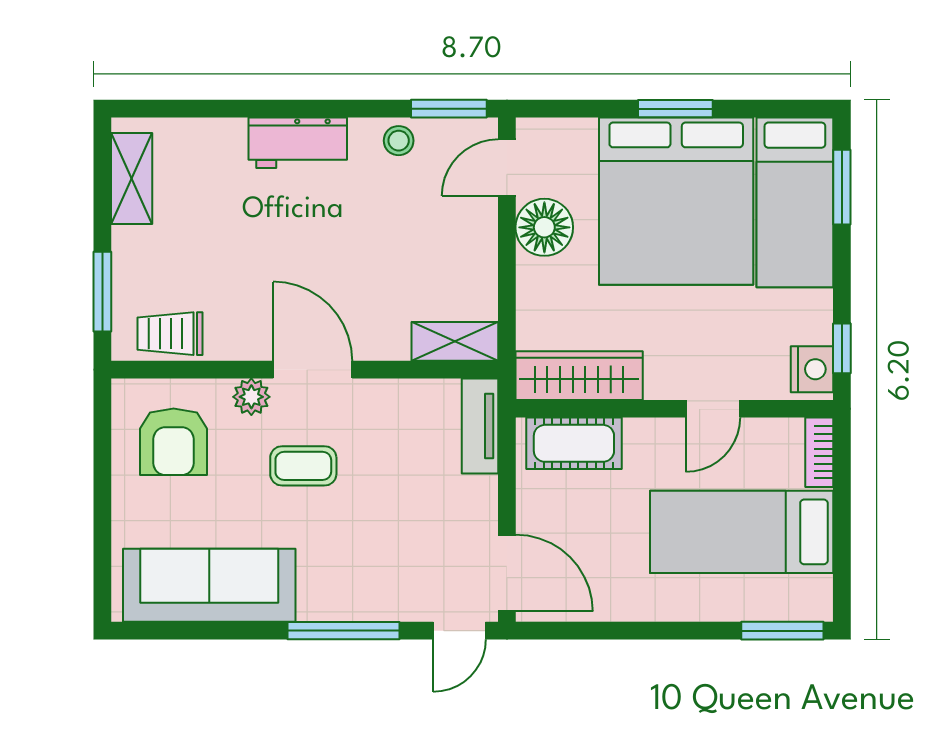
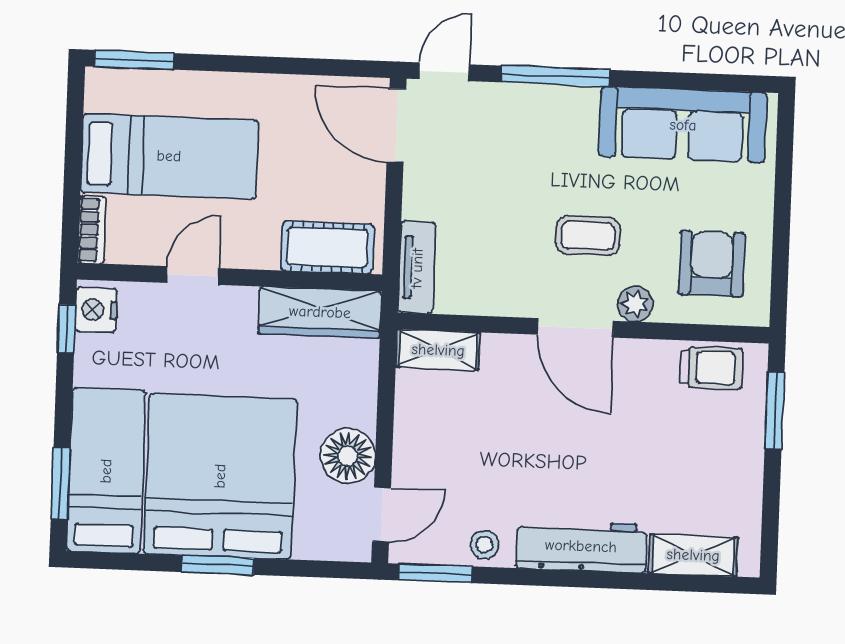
workbench: (298, 143) -> (581, 546), width x1.38
shelving: (132, 178) -> (693, 555), moved, turned 90

